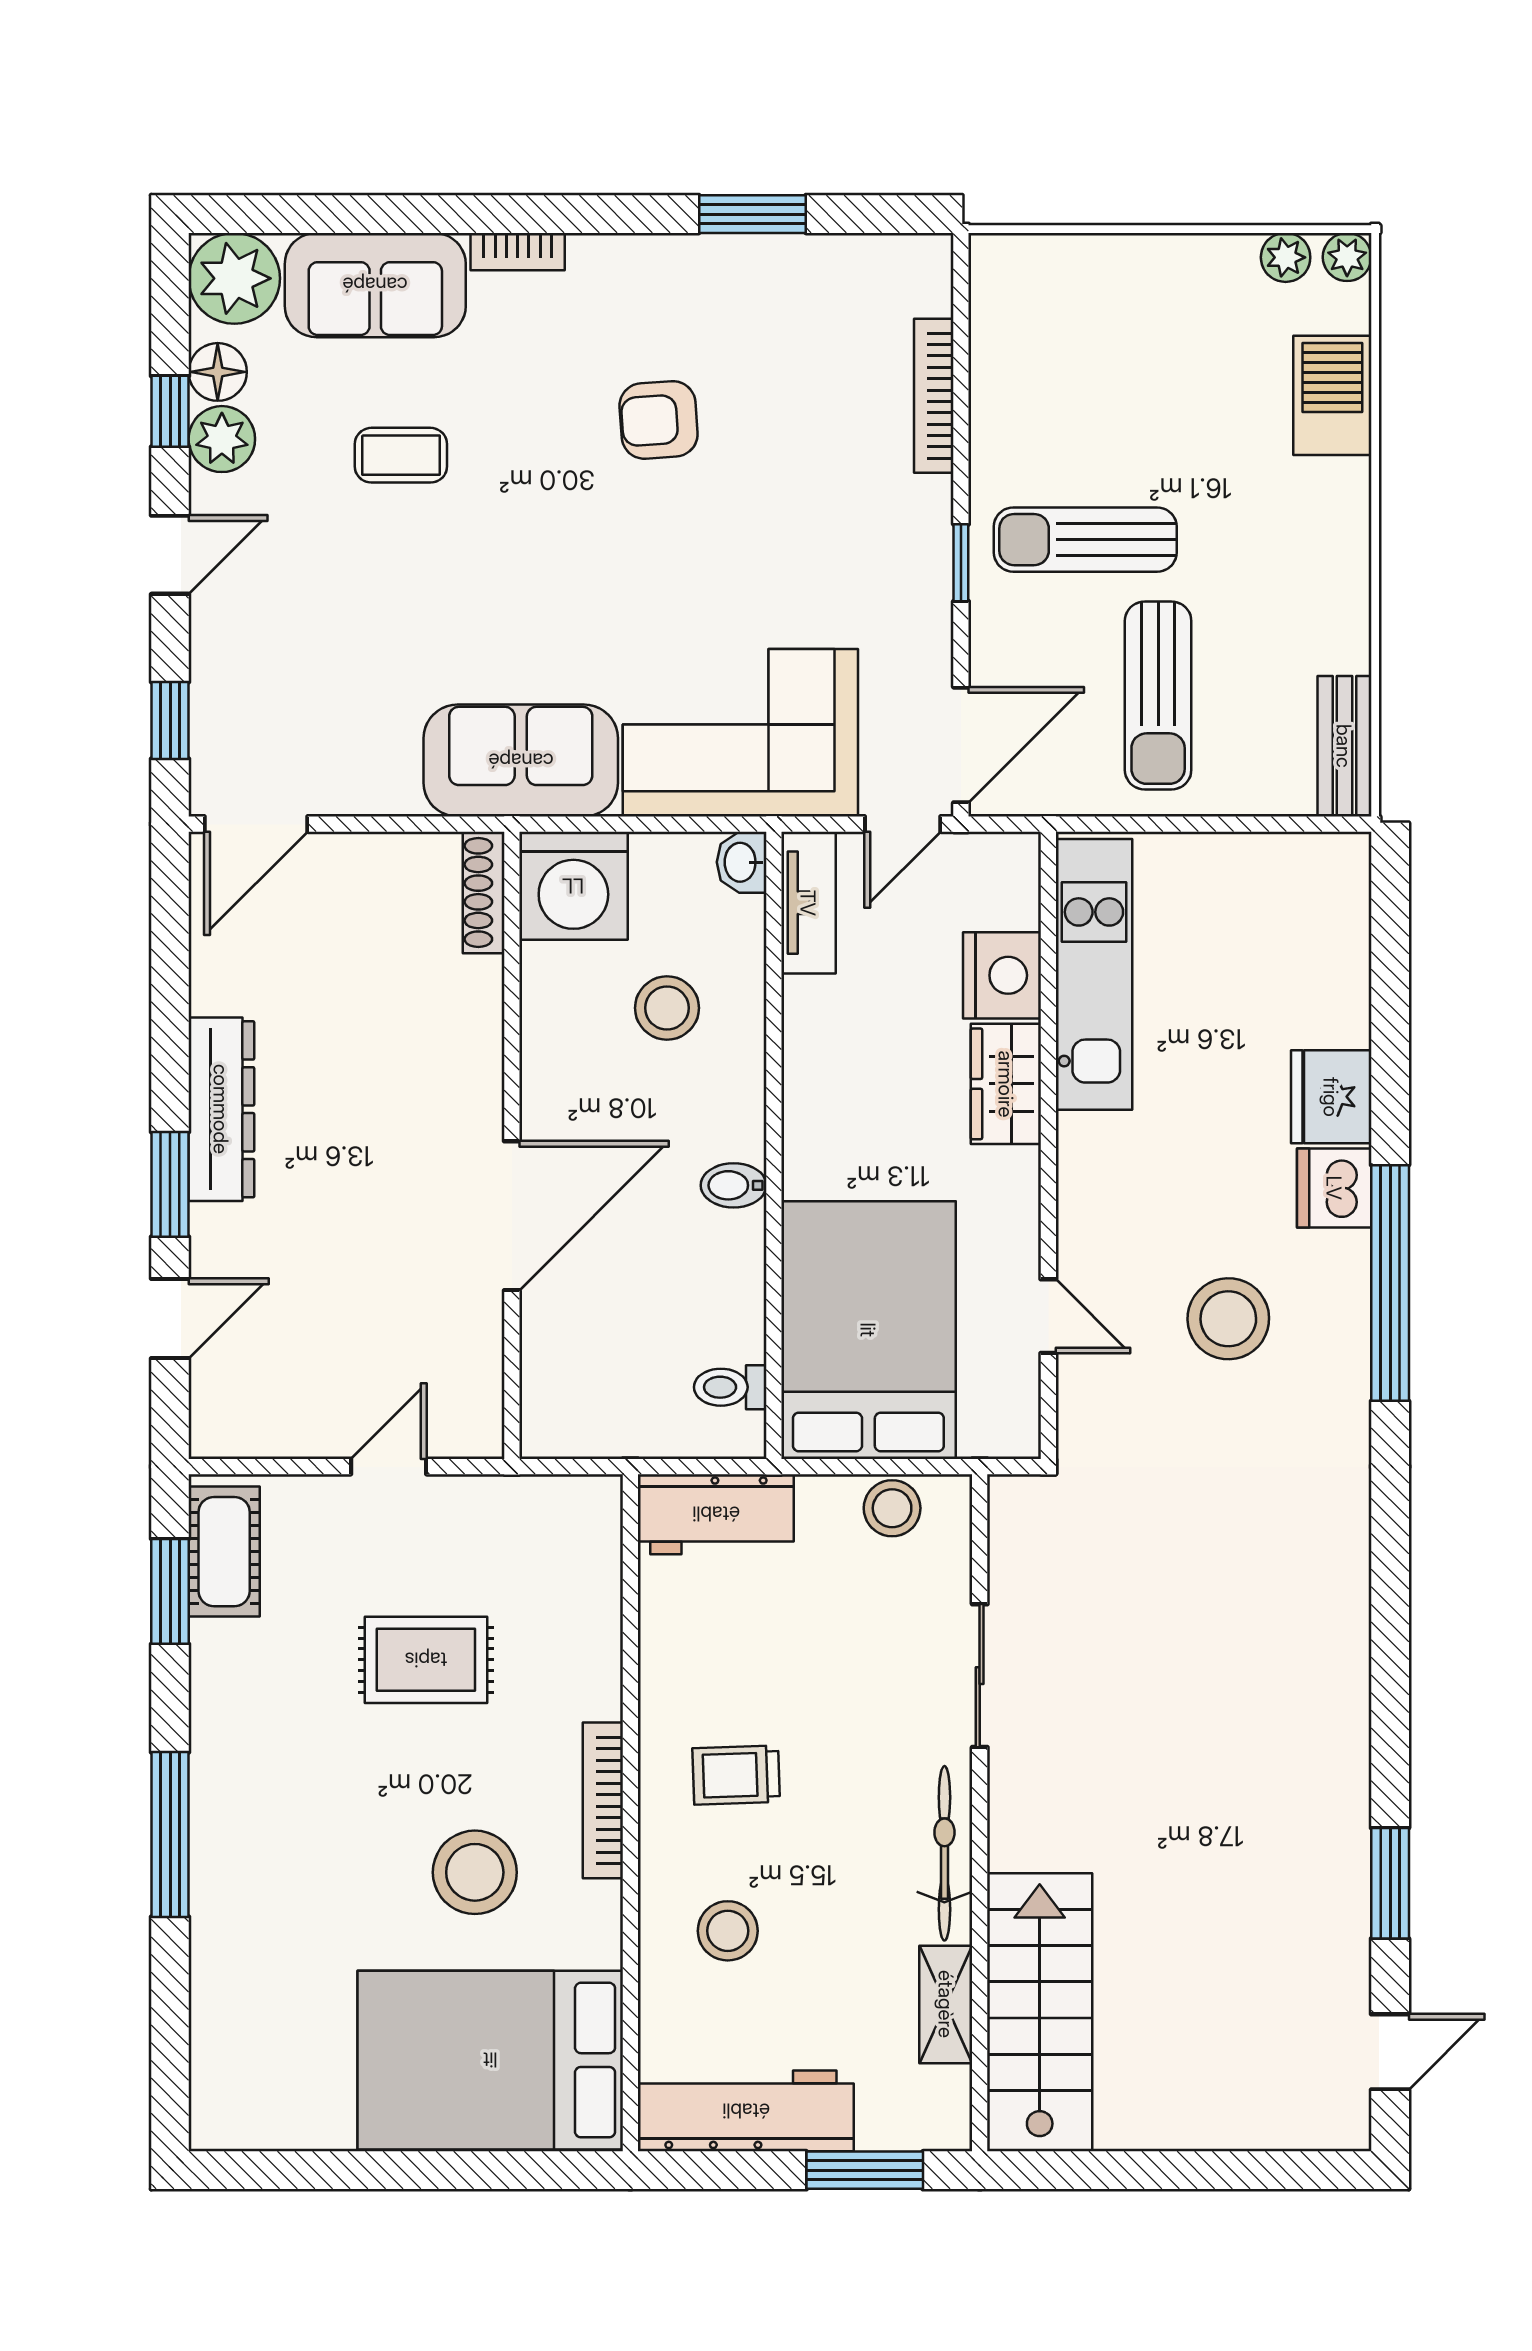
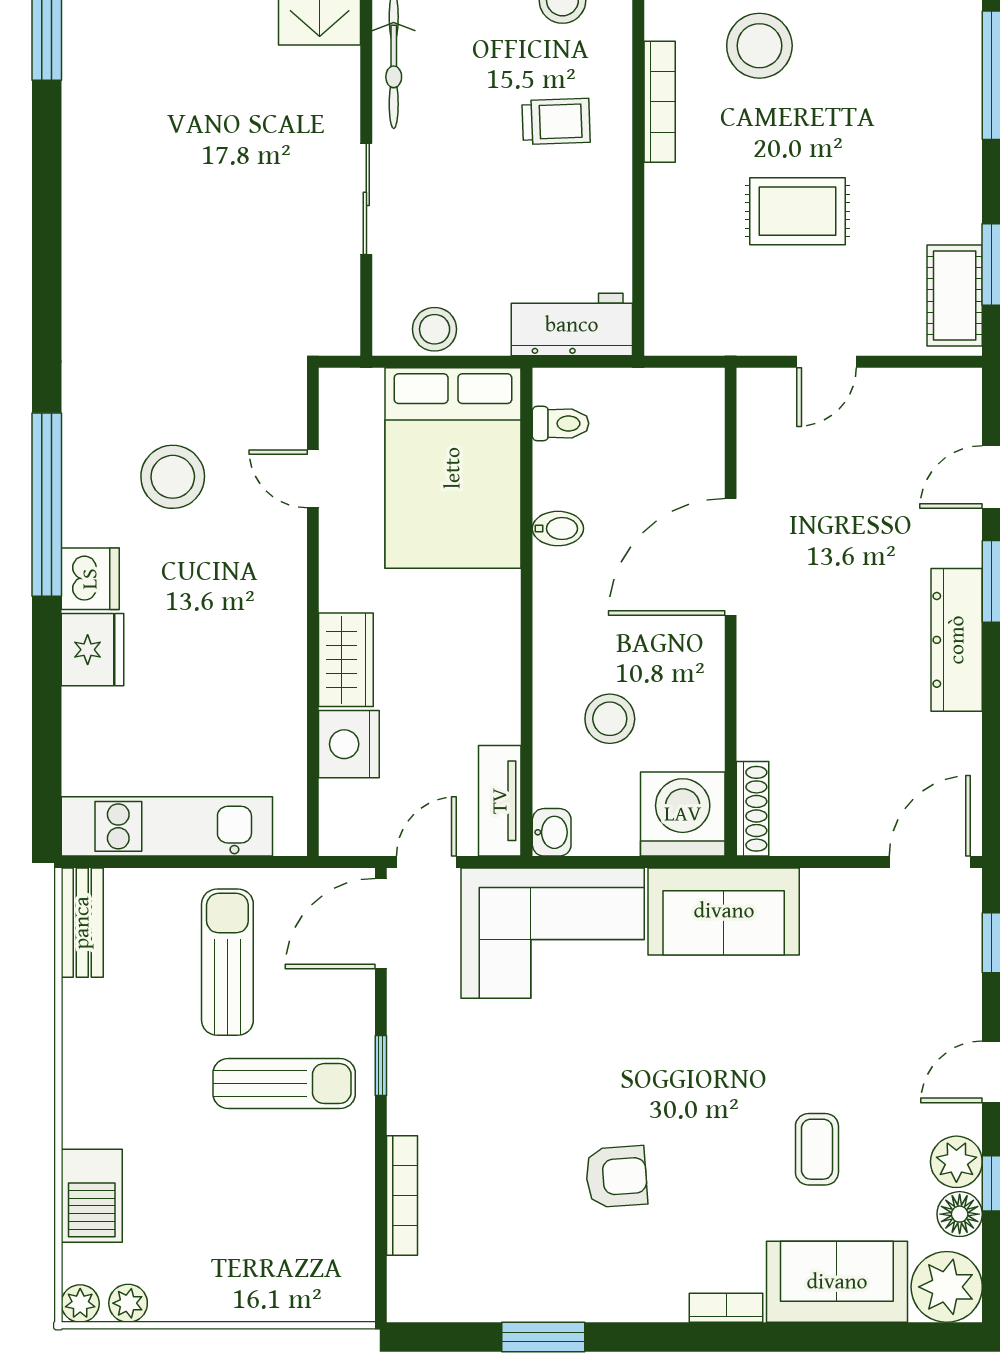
coffee table: (401, 455) -> (817, 1149), turned 90
kitchen unit: (1094, 974) -> (167, 826), moved, turned 90
bidet: (734, 1185) -> (558, 529), moved

